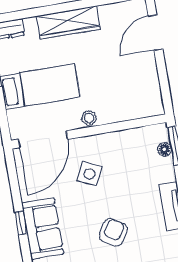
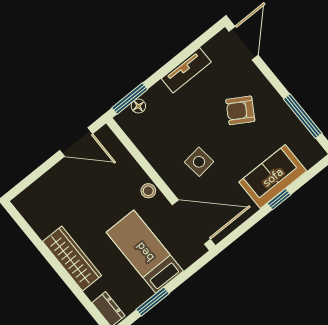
door: (155, 33) -> (76, 142), moved
side table: (90, 174) -> (199, 162), turned -33

